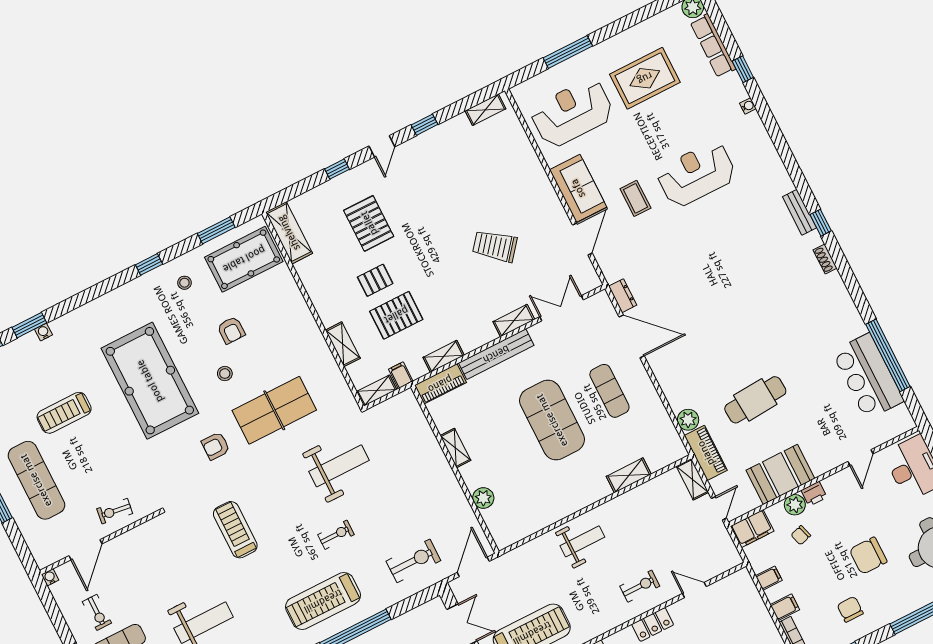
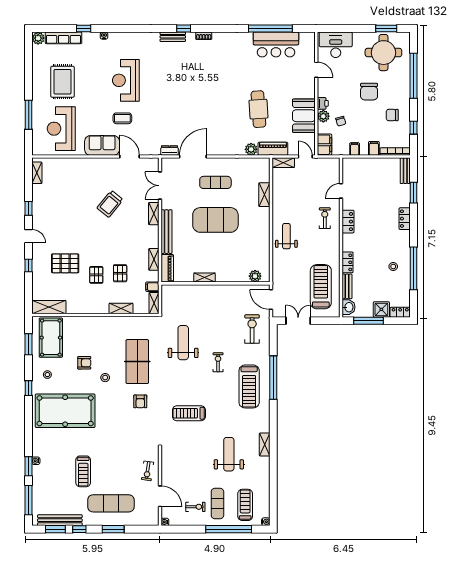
pallet: (396, 315) -> (120, 273), width x0.67, depth x0.71
pool table: (150, 381) -> (65, 411), moved
plant: (483, 498) -> (255, 276), moved

